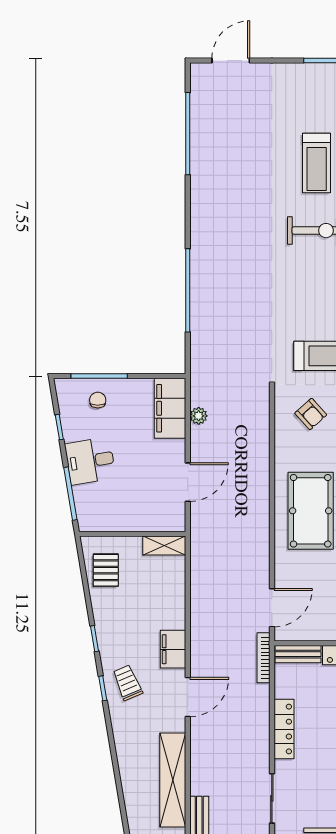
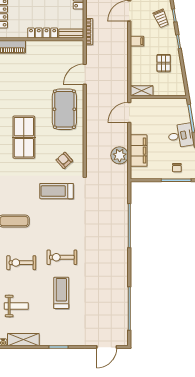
filing cabinet: (170, 408) -> (139, 151), moved
plant: (199, 416) -> (120, 155), width x1.87, depth x1.87
door: (188, 482) -> (129, 113), moved
pallet: (106, 570) -> (164, 63), moved
door: (272, 608) -> (85, 74), moved
filing cabinet: (173, 649) -> (137, 41), width x0.50

